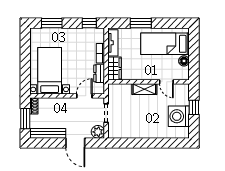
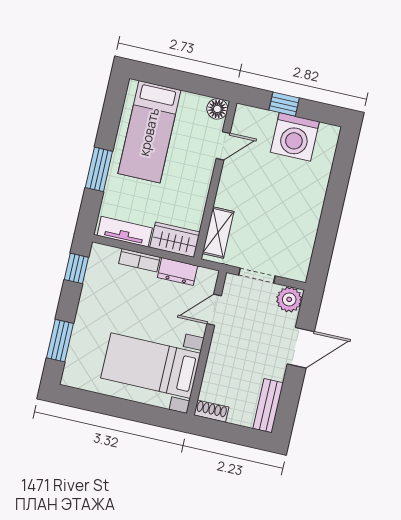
floor lamp: (184, 61) -> (217, 109), moved
shelving: (144, 89) -> (218, 233), moved
door: (84, 96) -> (214, 310), hinge flipped
window: (25, 119) -> (232, 433), removed
bench: (48, 133) -> (268, 406), width x0.73

